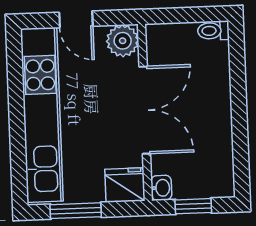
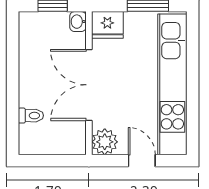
toilet: (213, 31) -> (31, 116), moved

